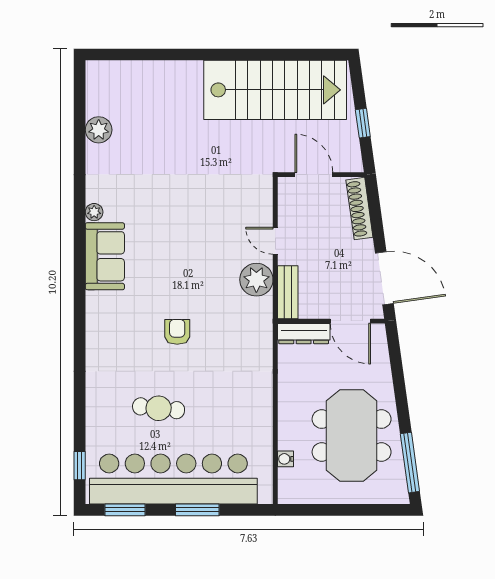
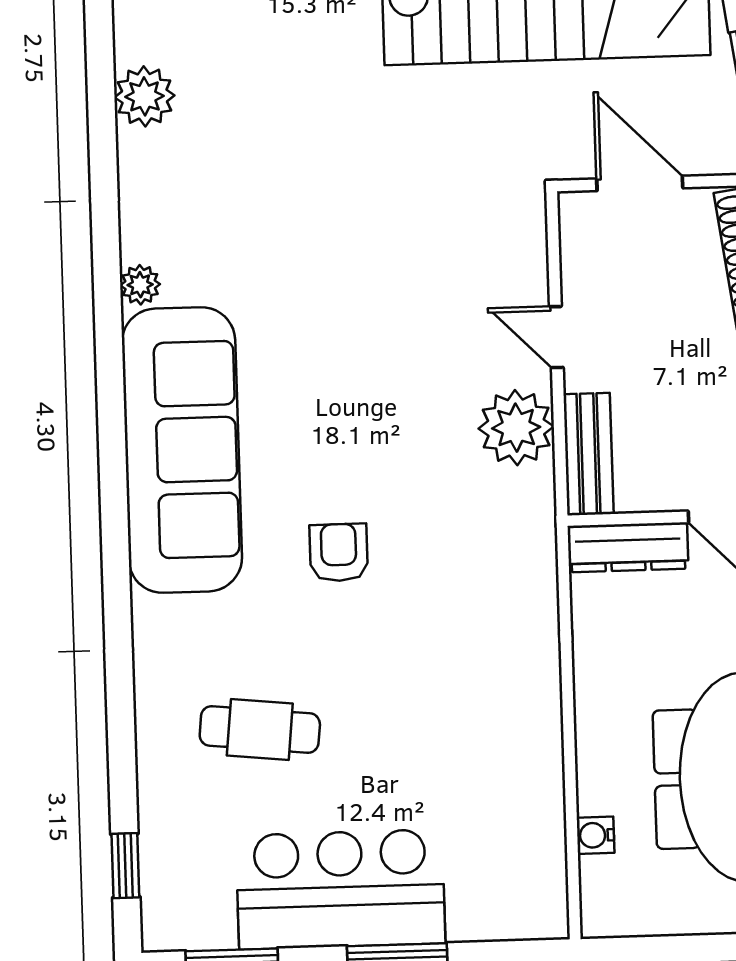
sofa: (105, 256) -> (182, 450), width x1.85, depth x1.27
cafe table: (159, 408) -> (260, 730), moved
bar counter: (173, 479) -> (341, 889), width x0.54

